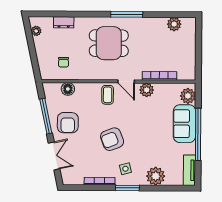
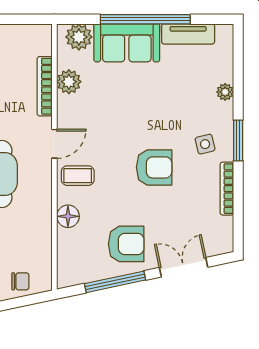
chair: (63, 62) -> (20, 281), moved
floor lamp: (68, 89) -> (68, 216), moved
plant: (147, 90) -> (69, 82), moved
armchair: (112, 139) -> (154, 167), turned -69
tv unit: (189, 170) -> (188, 34), moved
plant: (156, 176) -> (225, 92), width x0.53, depth x0.53

